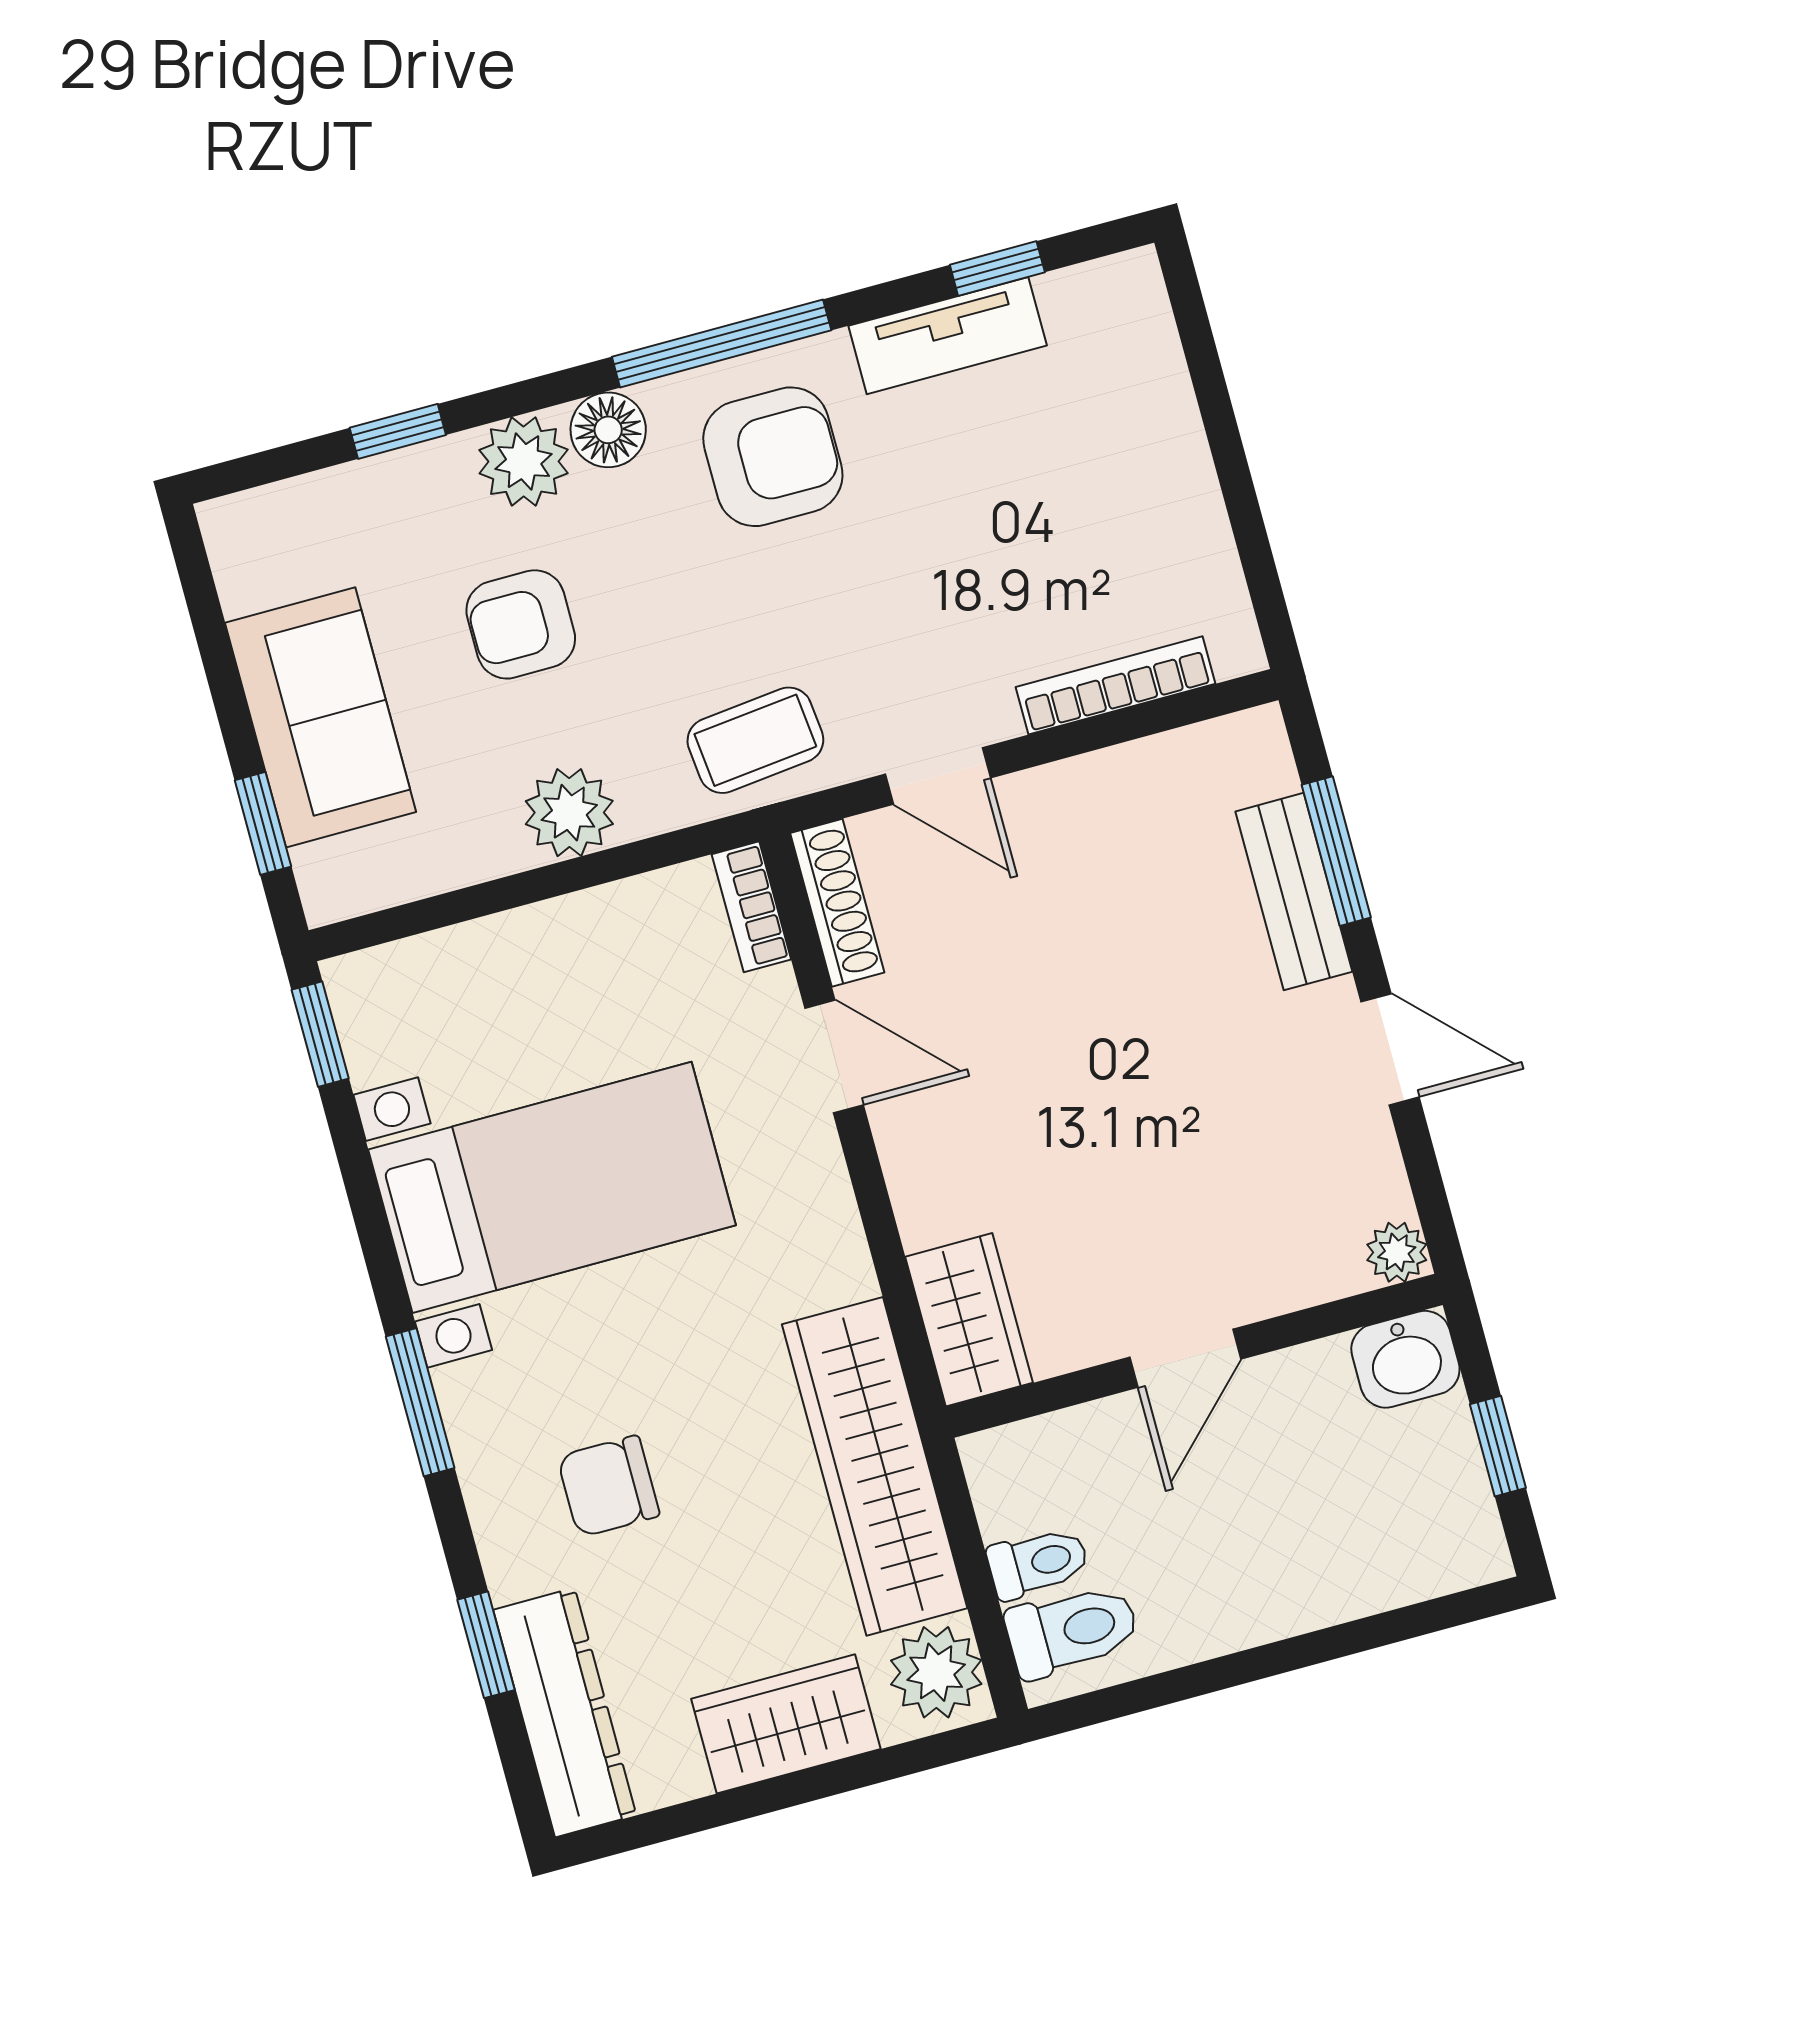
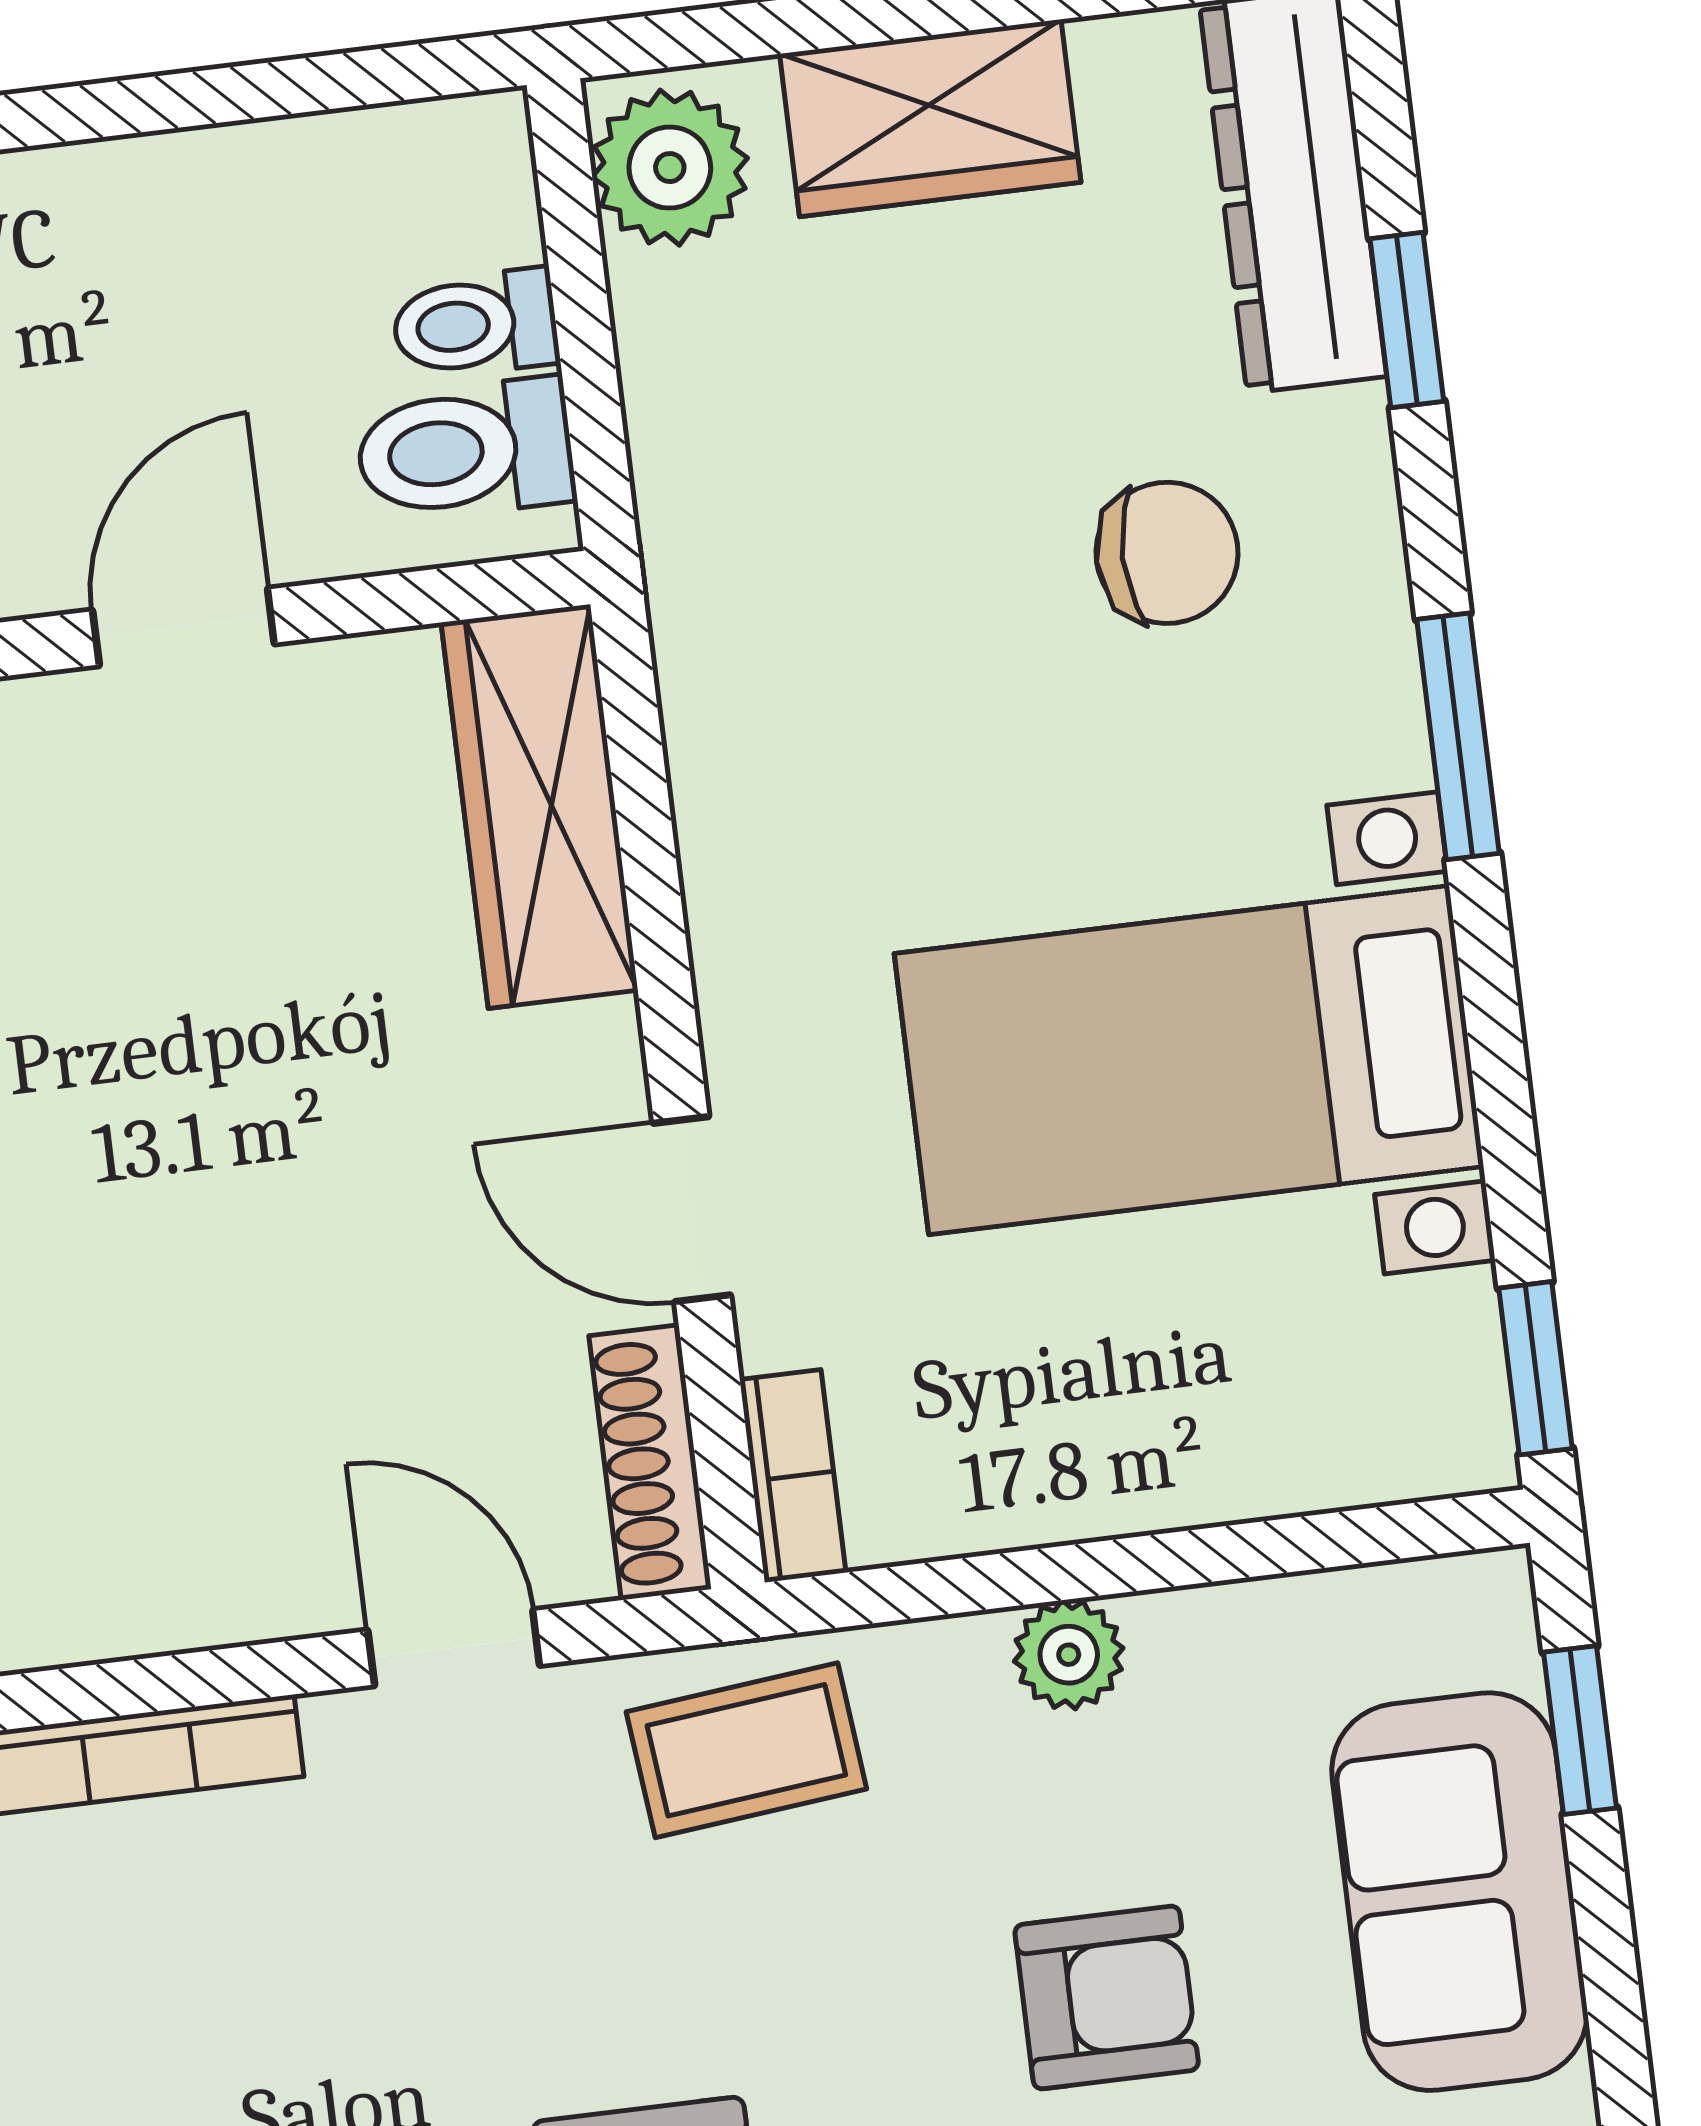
plant: (569, 813) -> (1069, 1655), width x0.73, depth x0.73
wardrobe: (969, 1320) -> (539, 806), width x1.50
wardrobe: (875, 1466) -> (722, 522), removed
toilet: (1072, 1631) -> (465, 450), moved

